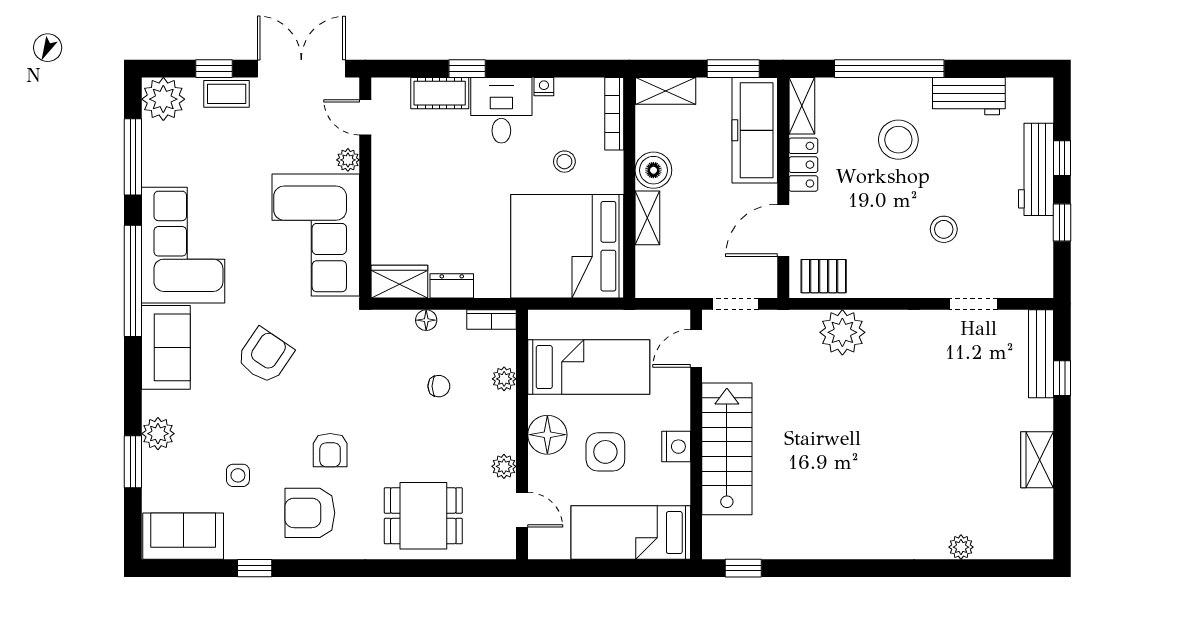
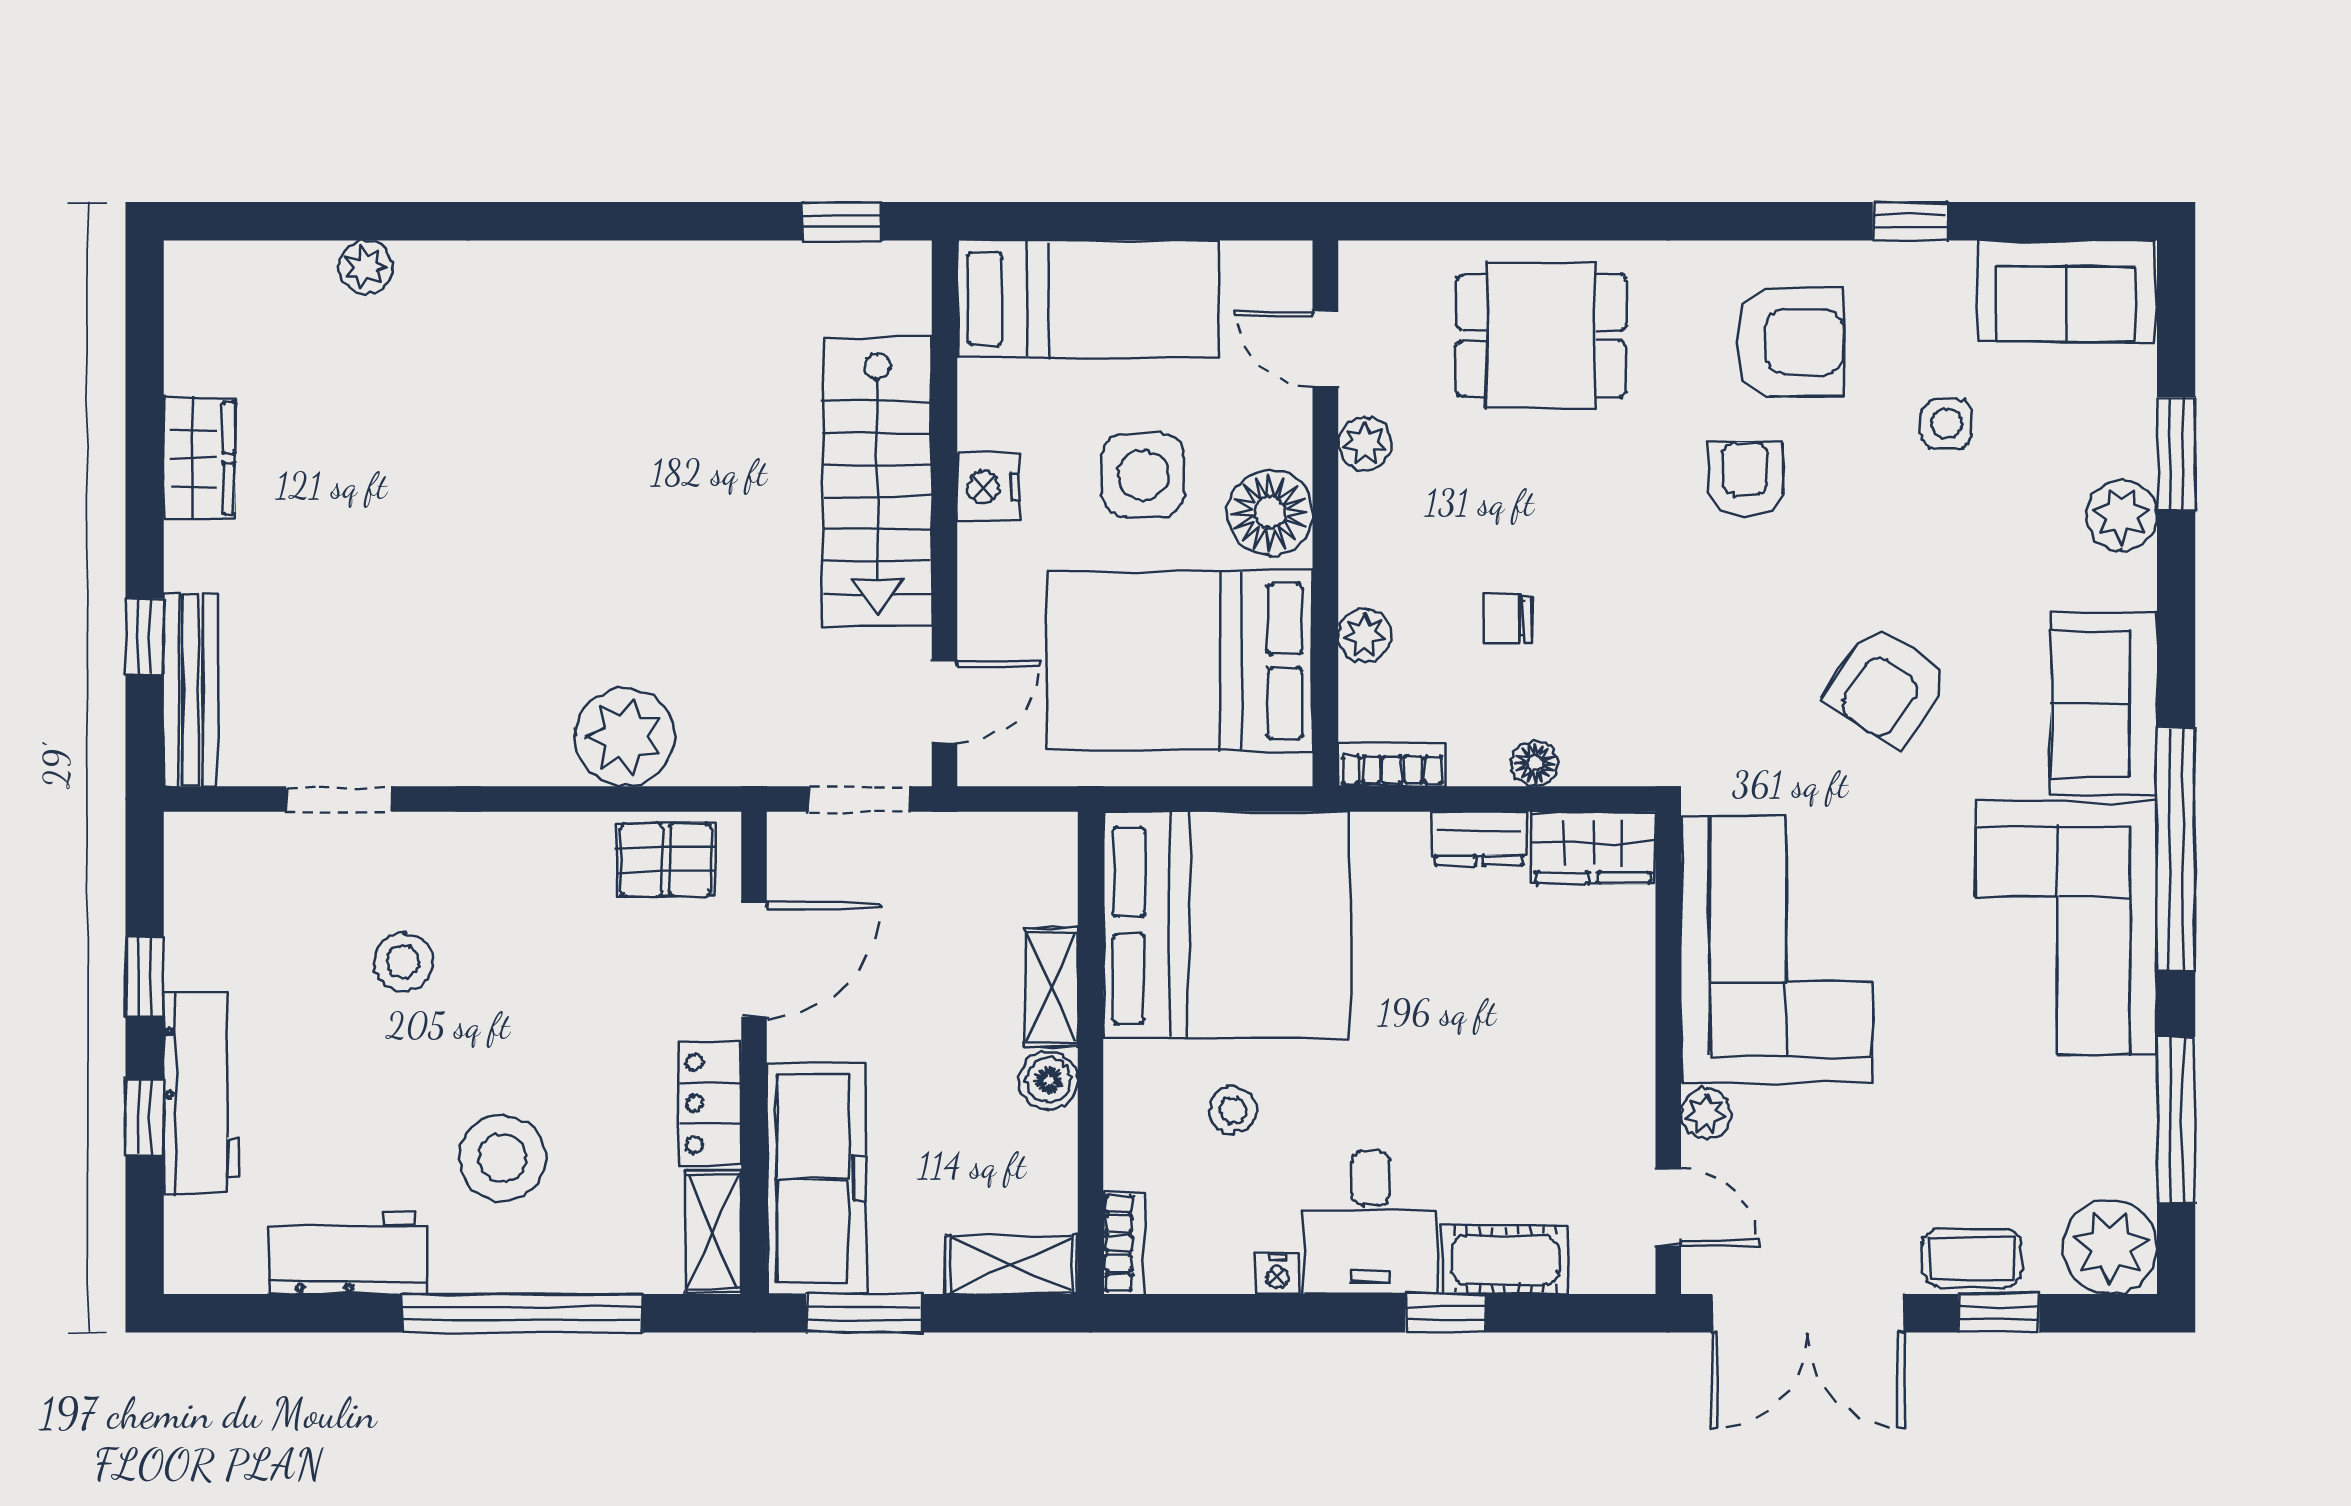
bookcase: (614, 114) -> (1124, 1243), width x0.64
boiler: (653, 170) -> (1049, 1081), width x0.73, depth x0.73
bed: (589, 367) -> (1180, 661), width x1.50

